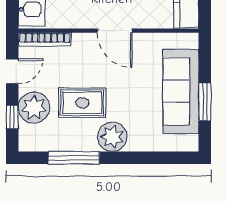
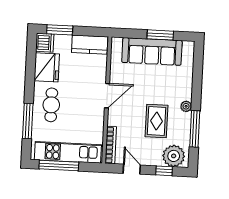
plant: (34, 108) -> (174, 156), moved
plant: (112, 137) -> (186, 106), width x0.53, depth x0.53

